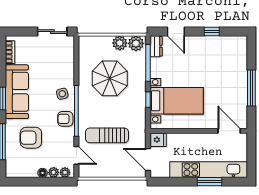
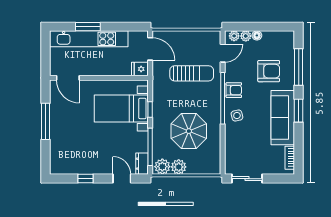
door: (76, 155) -> (223, 53), swing flipped

